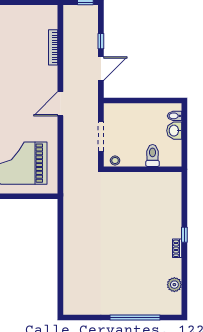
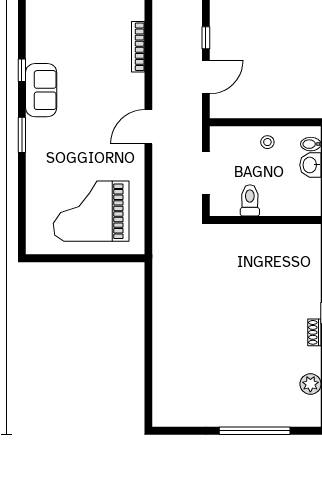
toilet: (153, 155) -> (250, 200), moved
stool: (115, 161) -> (267, 142), moved

